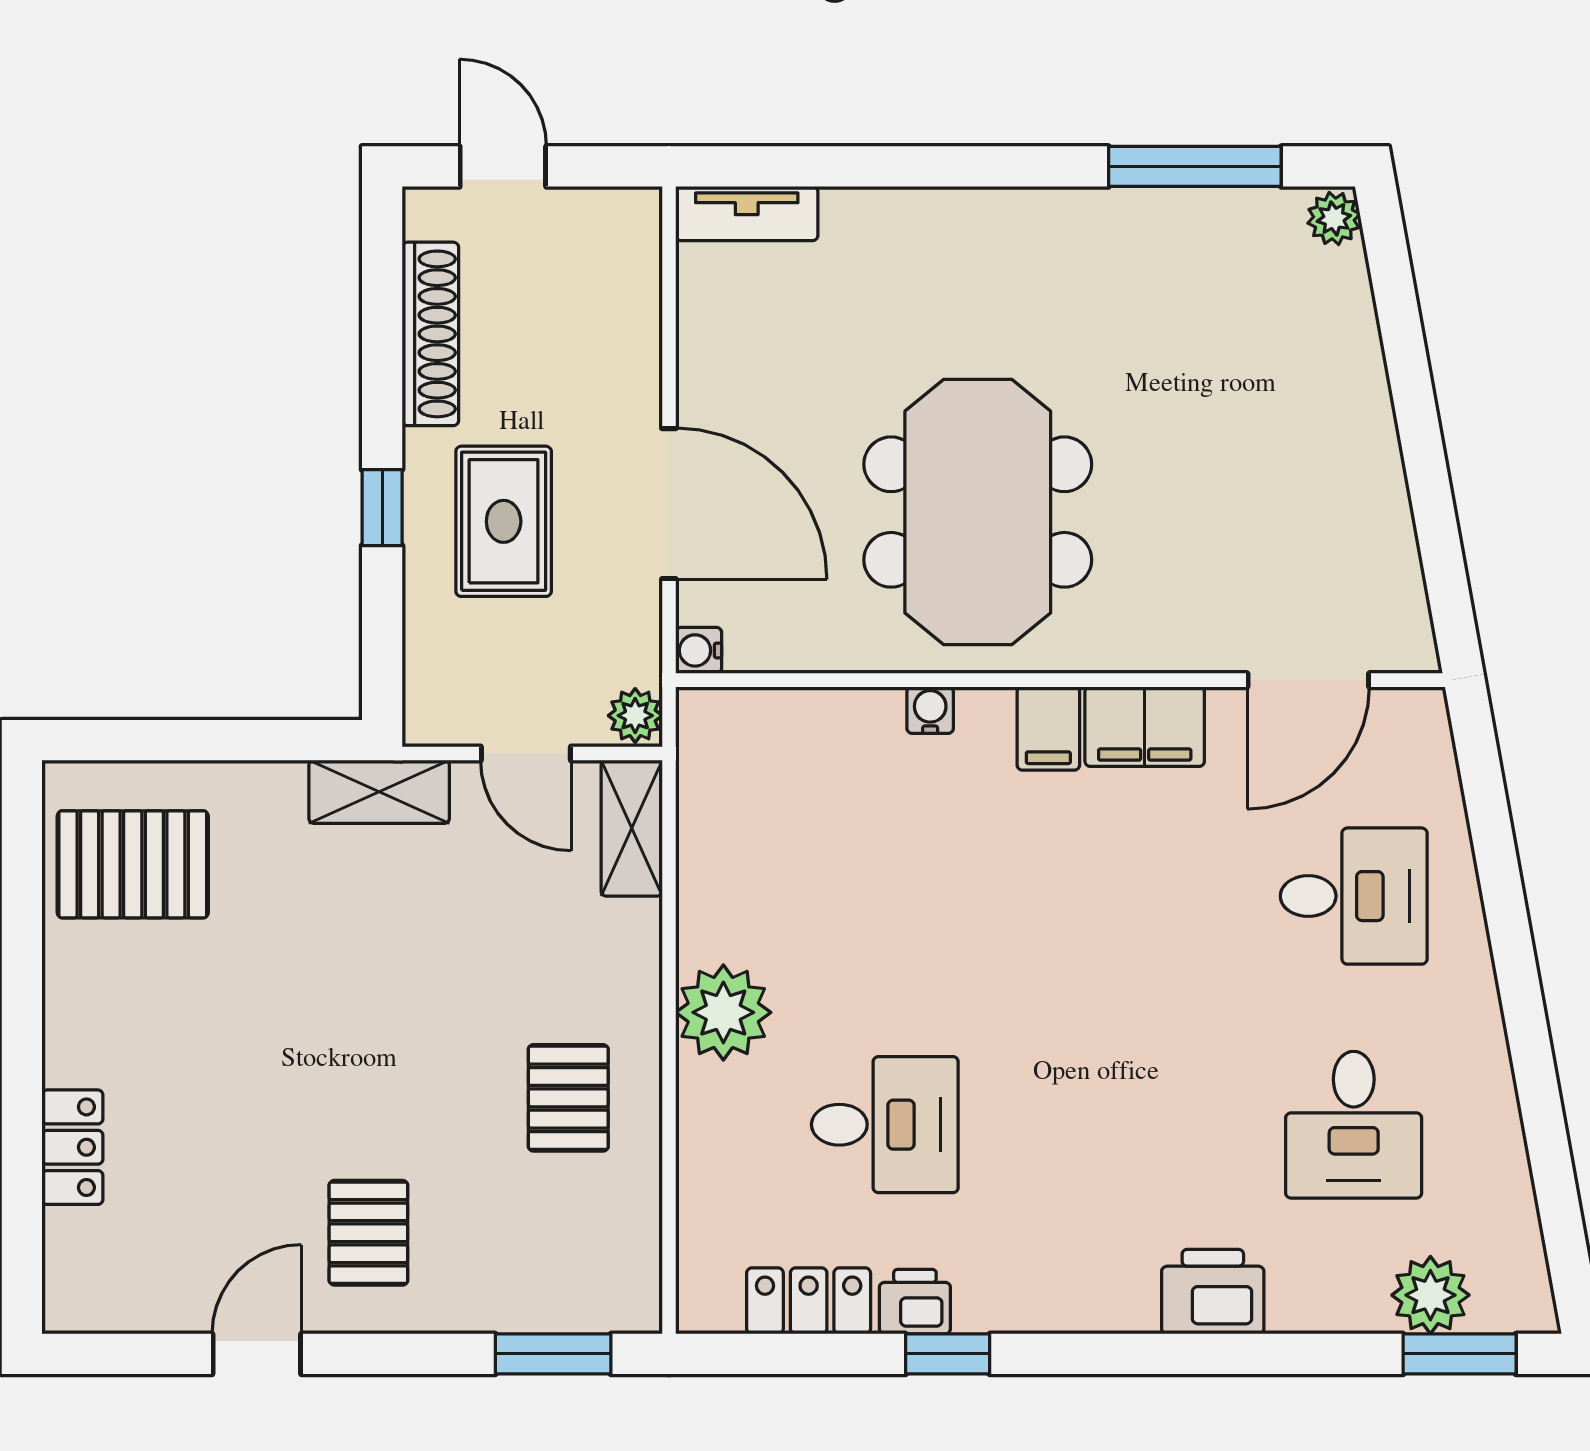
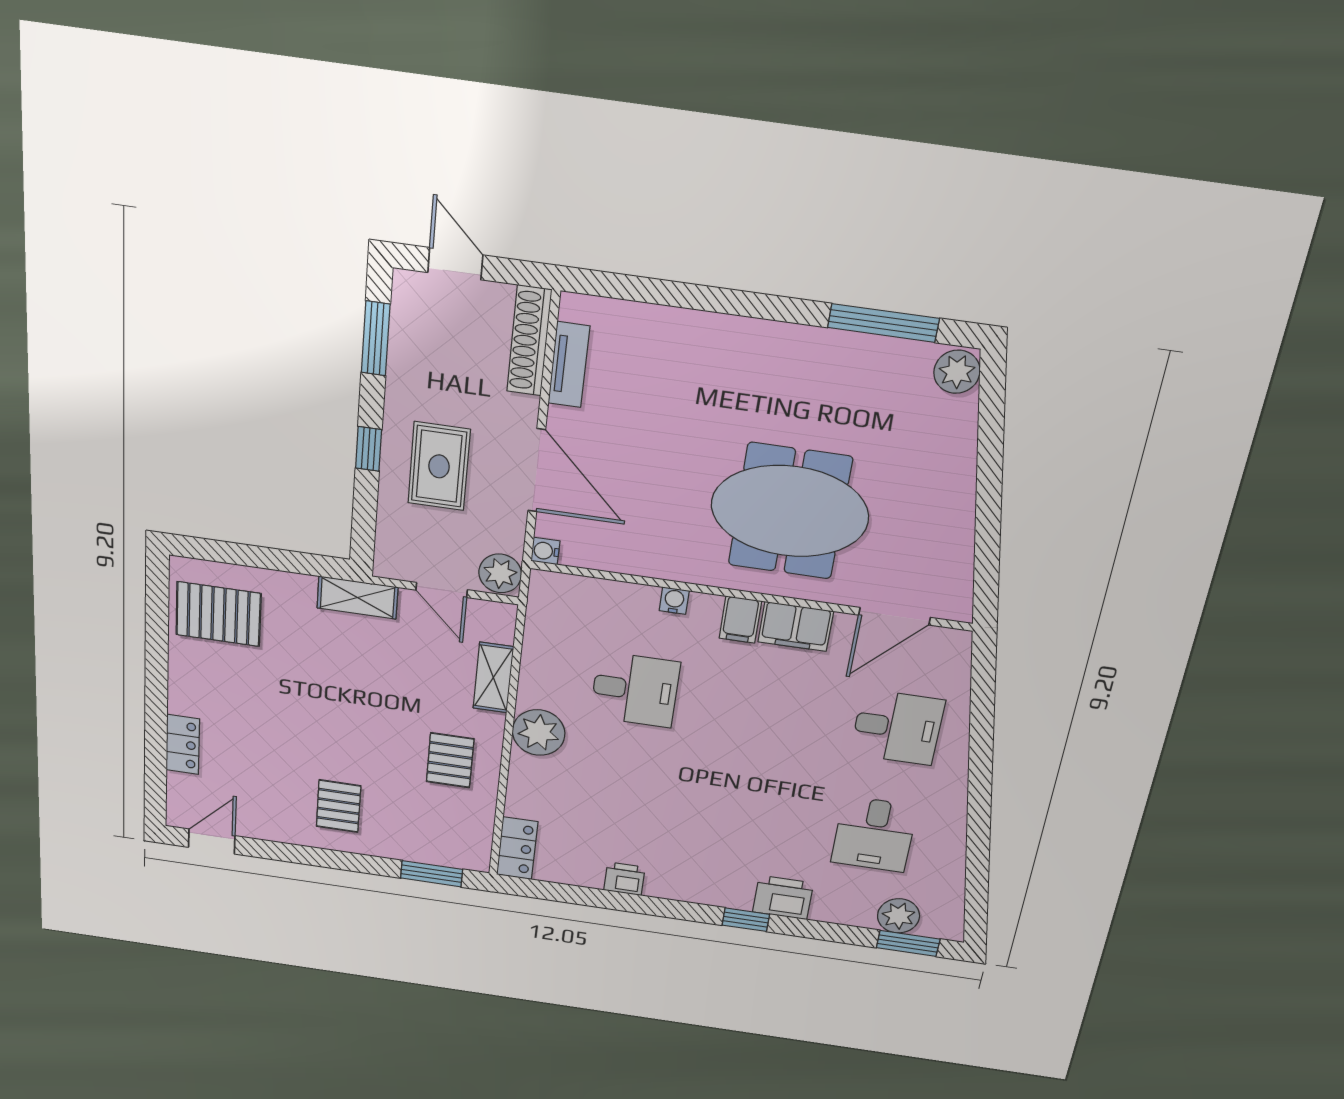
tv unit: (747, 214) -> (569, 365), moved, turned -90
plant: (1334, 218) -> (957, 372), width x1.38, depth x1.38
window: (382, 311) -> (376, 338), added
shoe rack: (430, 334) -> (529, 341), moved, turned 180
meeting table: (978, 512) -> (790, 511), moved, turned 90
plant: (635, 716) -> (500, 573), width x1.38, depth x1.38
shelving: (632, 828) -> (493, 678), moved
desk: (885, 1125) -> (635, 690), moved
locker: (809, 1301) -> (517, 848), moved, turned 90
door: (257, 1354) -> (212, 842), moved
window: (948, 1354) -> (746, 920), moved

